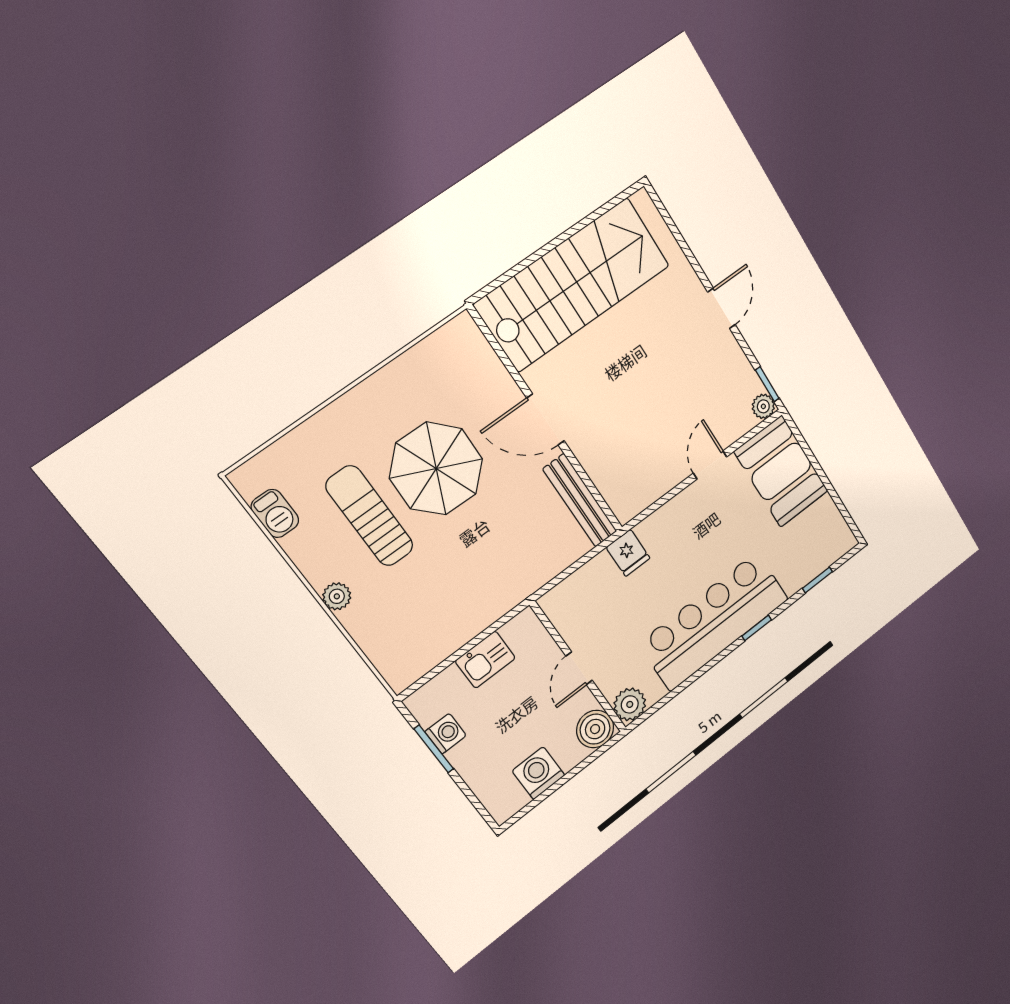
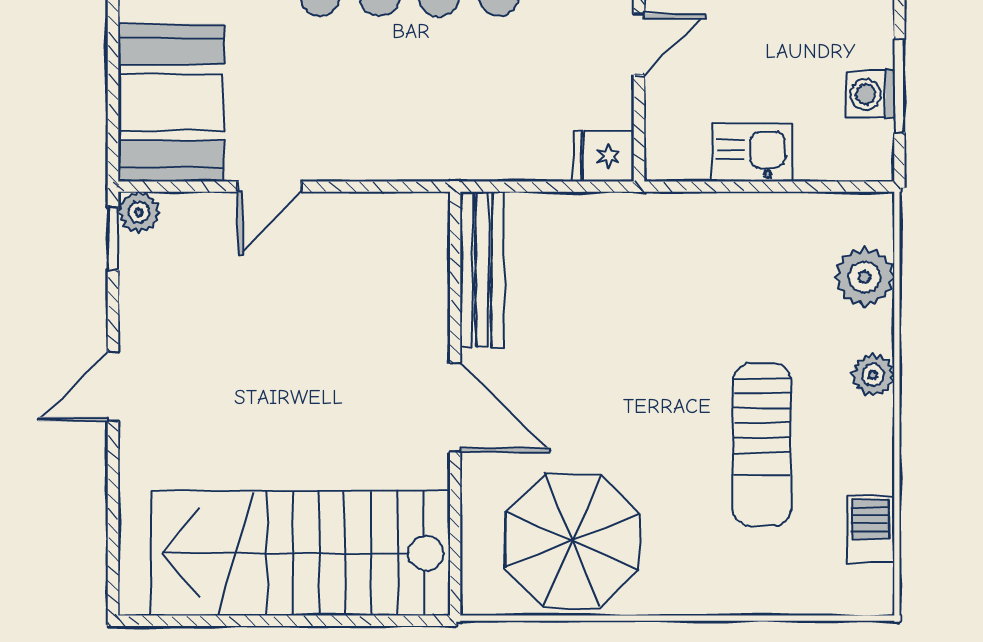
parasol: (436, 469) -> (573, 540), moved
fridge: (628, 553) -> (603, 156), moved, turned -90
plant: (380, 643) -> (864, 277), added

